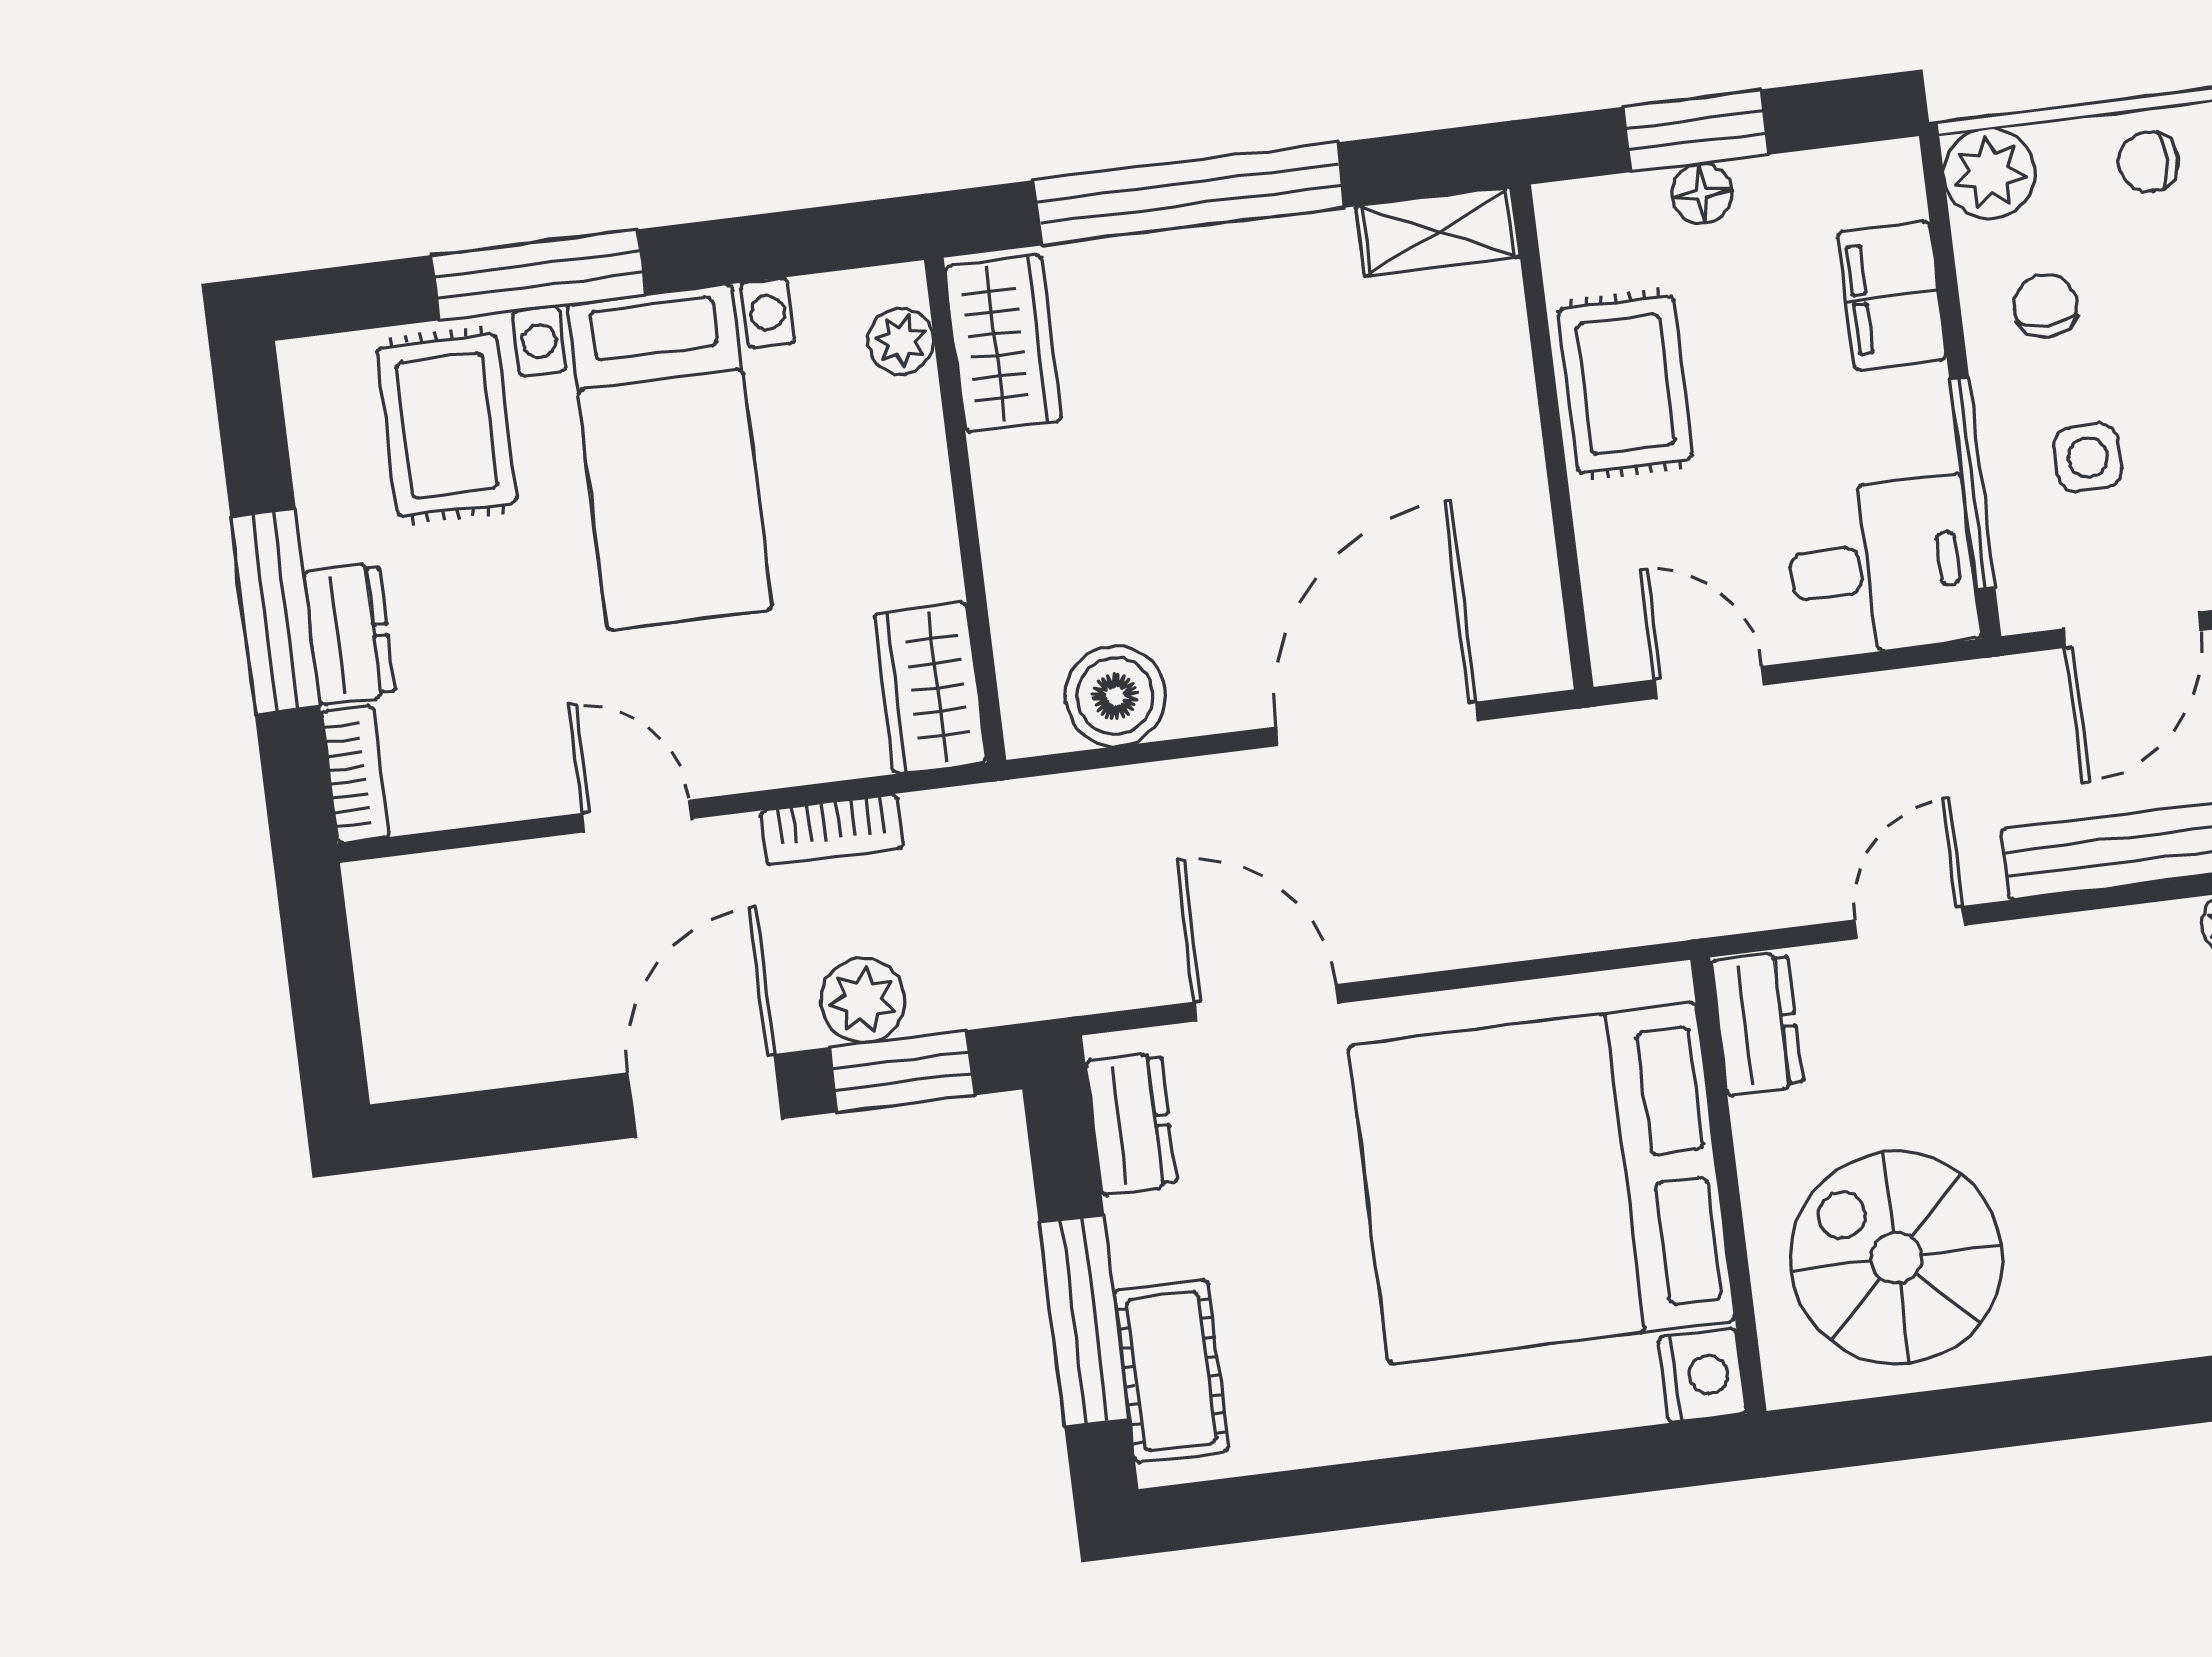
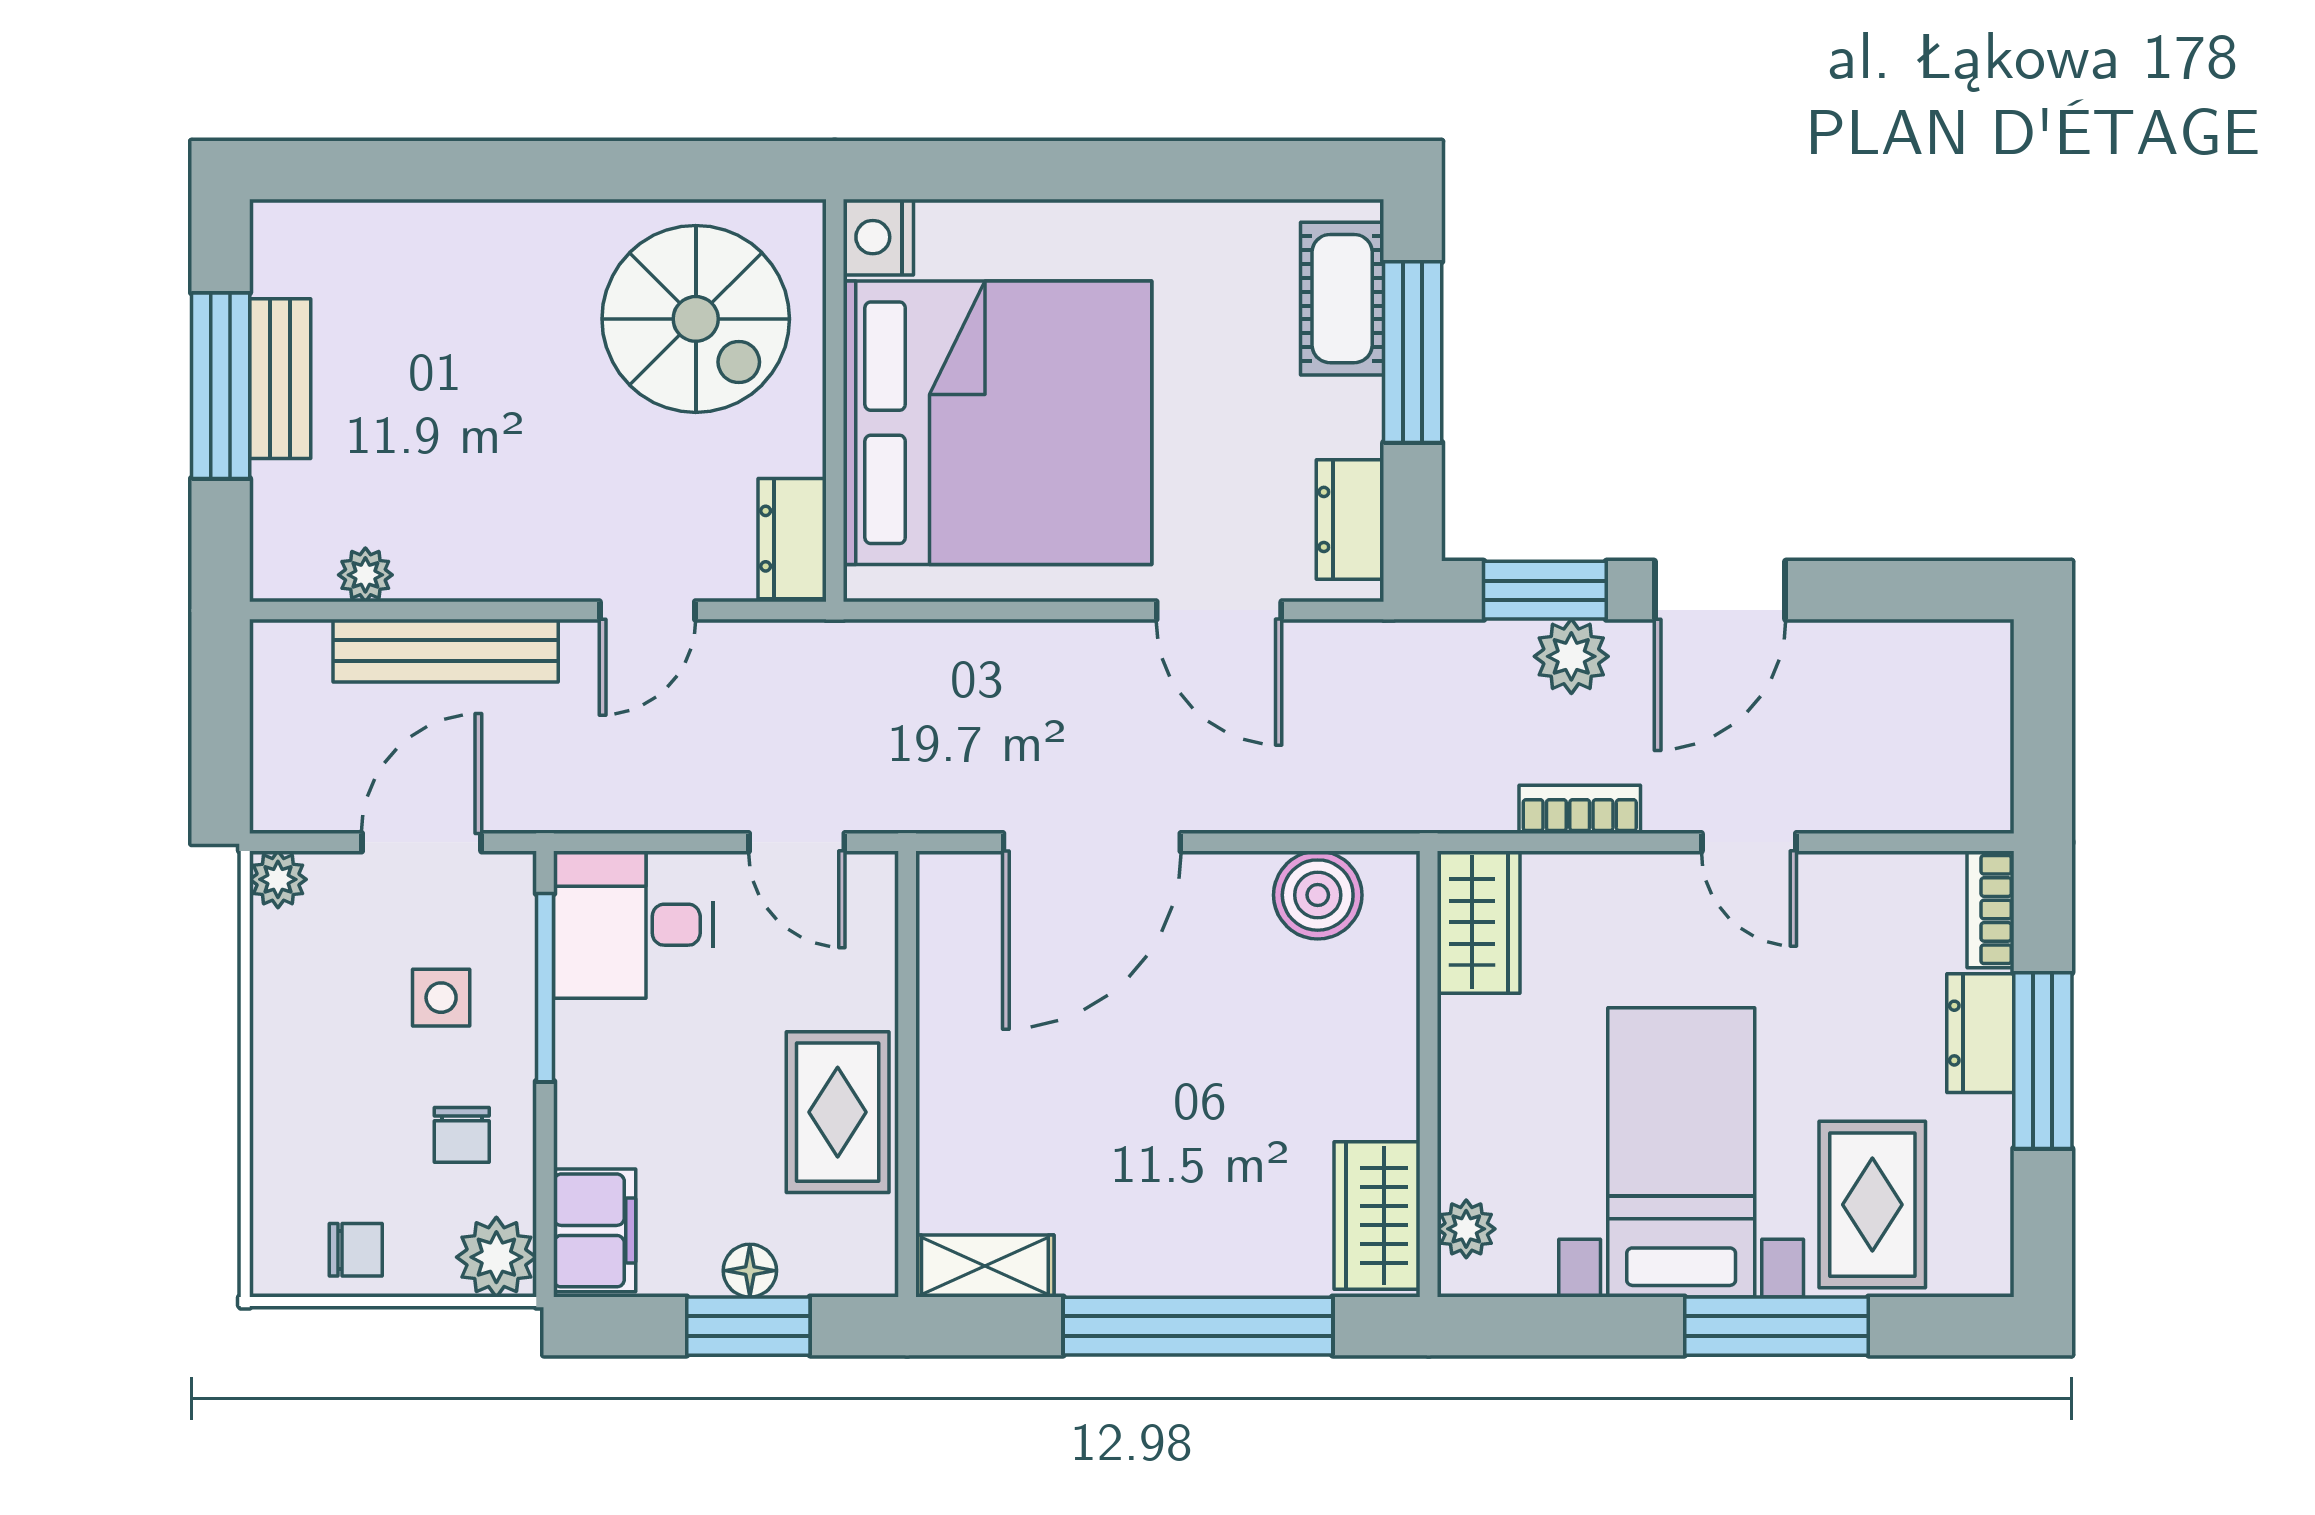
filing cabinet: (1892, 296) -> (595, 1230), moved

